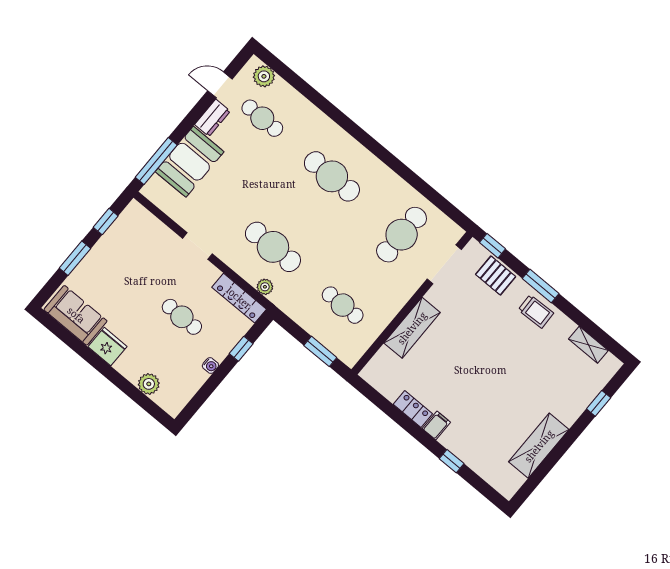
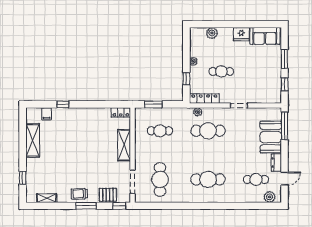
locker: (413, 409) -> (121, 112), moved
filing cabinet: (436, 425) -> (47, 114), moved

